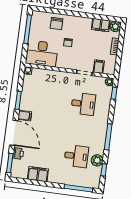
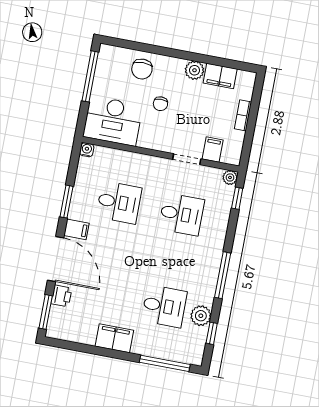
plant: (115, 26) -> (195, 70), moved
desk: (48, 99) -> (119, 202), added
filing cabinet: (38, 174) -> (114, 338), moved

